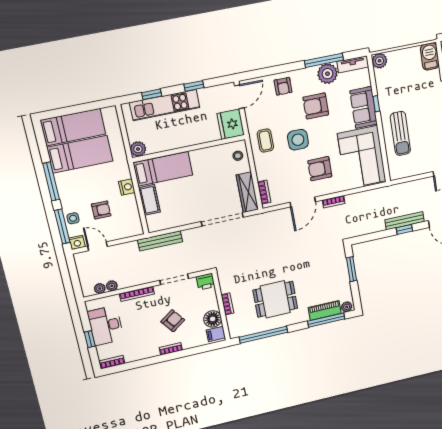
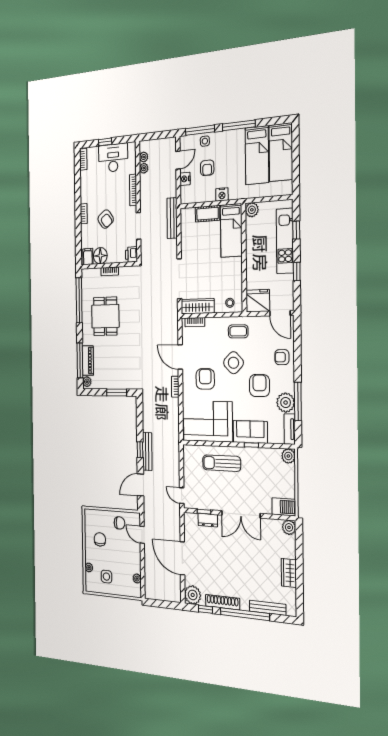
side table: (298, 140) -> (233, 363), turned 45
nightstand: (77, 242) -> (185, 179), moved

